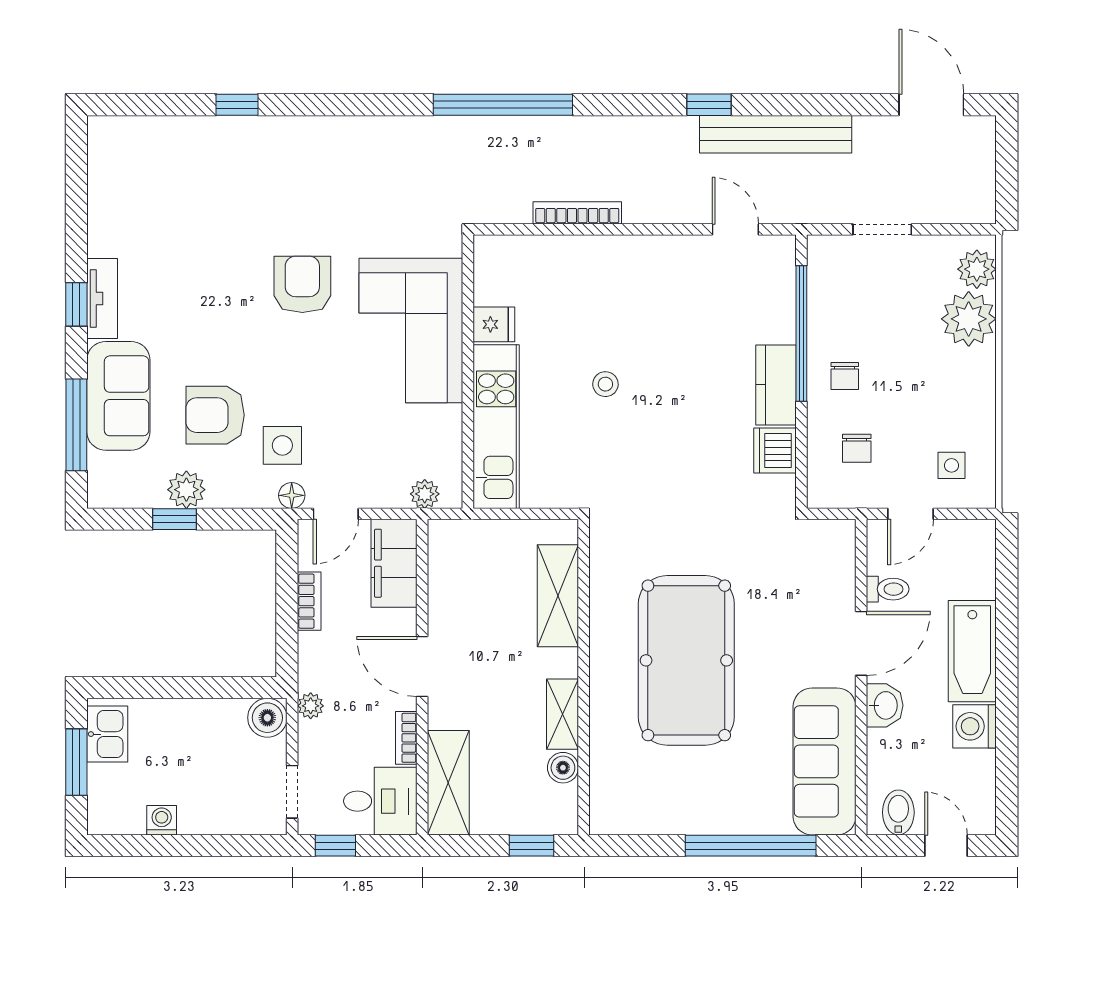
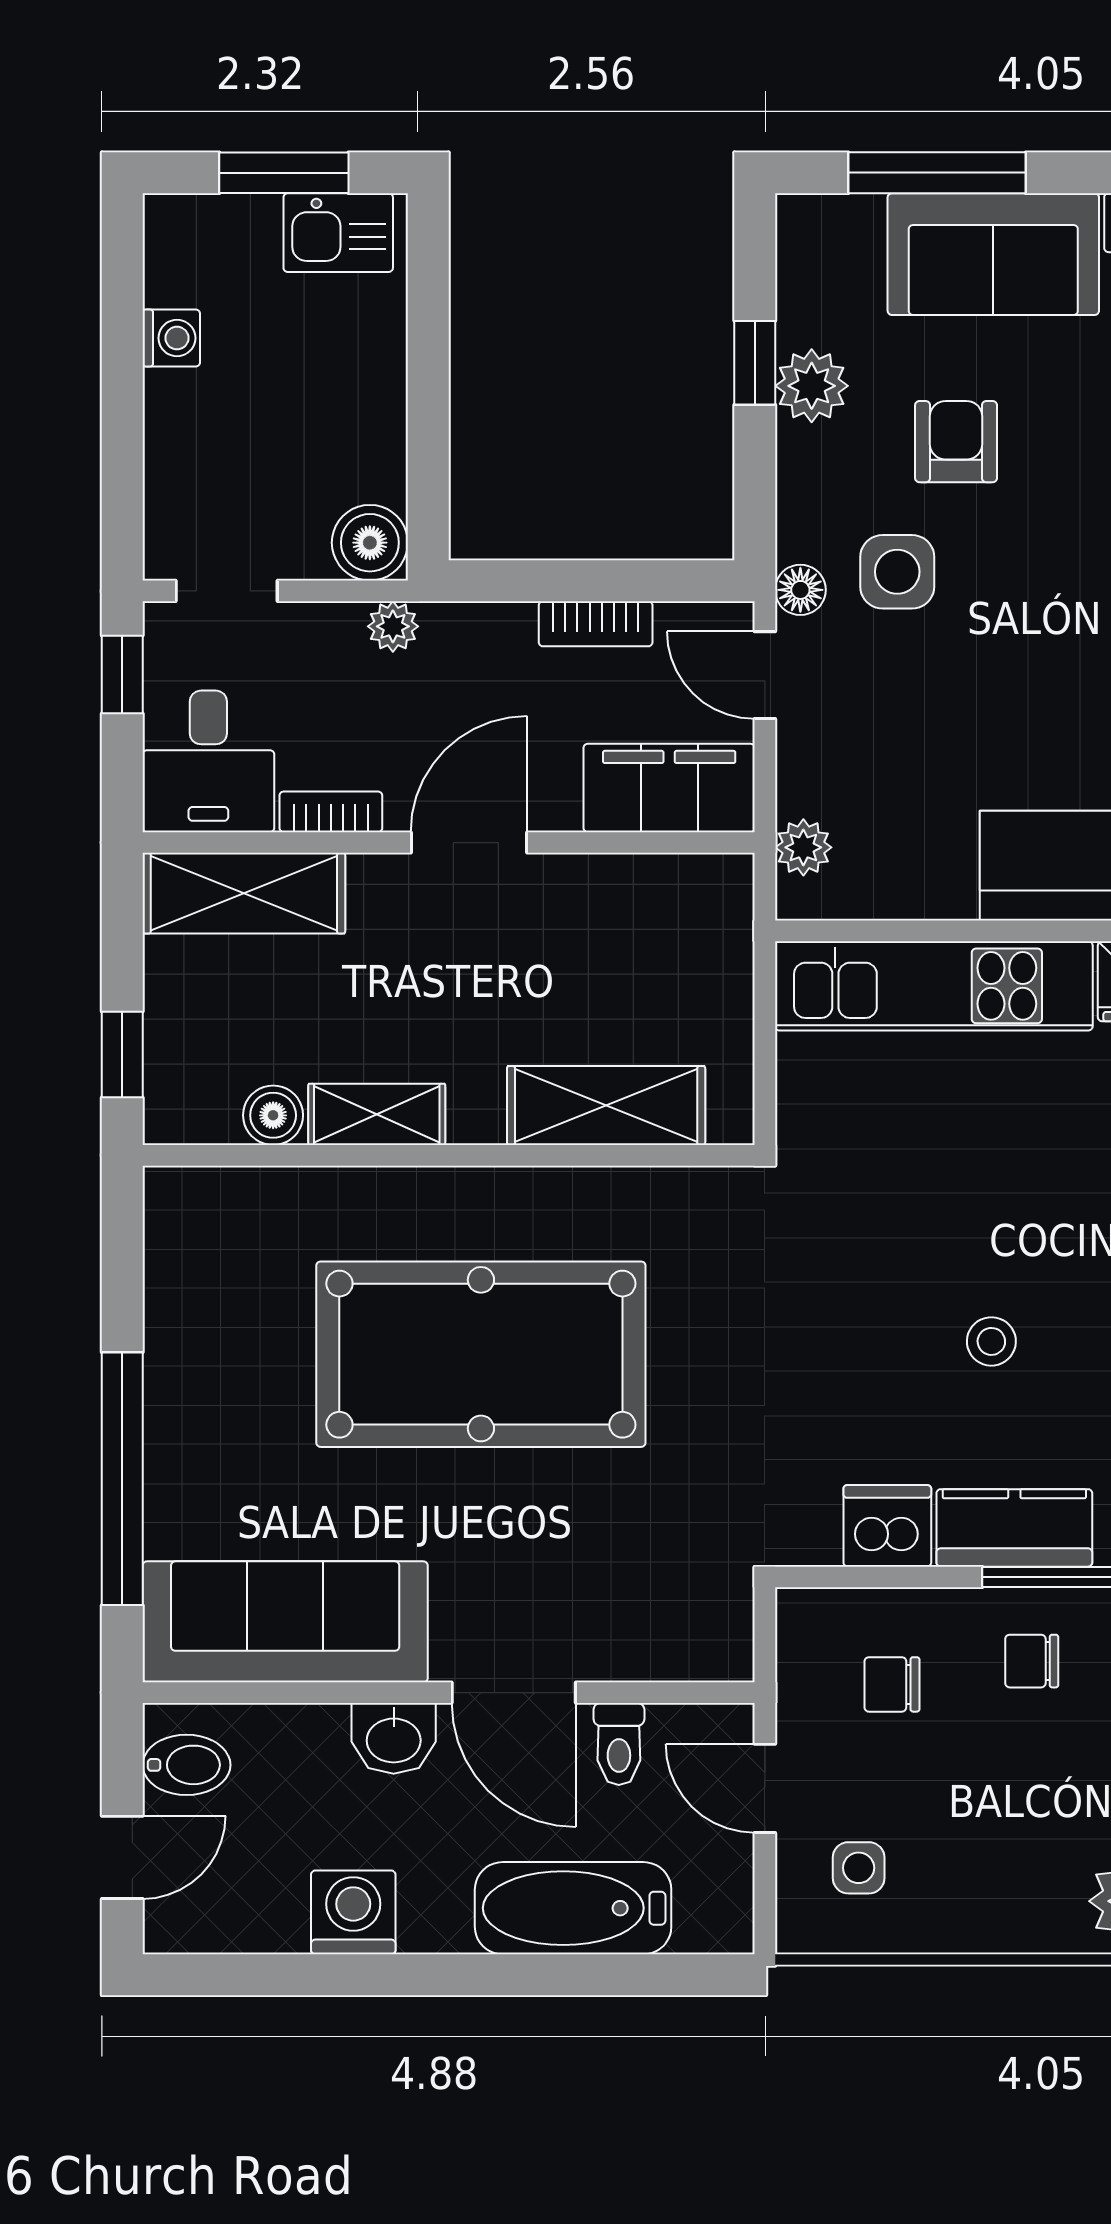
stool: (605, 384) -> (991, 1341), moved
armchair: (215, 415) -> (956, 442), width x0.72, depth x0.72
bathtub: (972, 651) -> (573, 1908), moved

